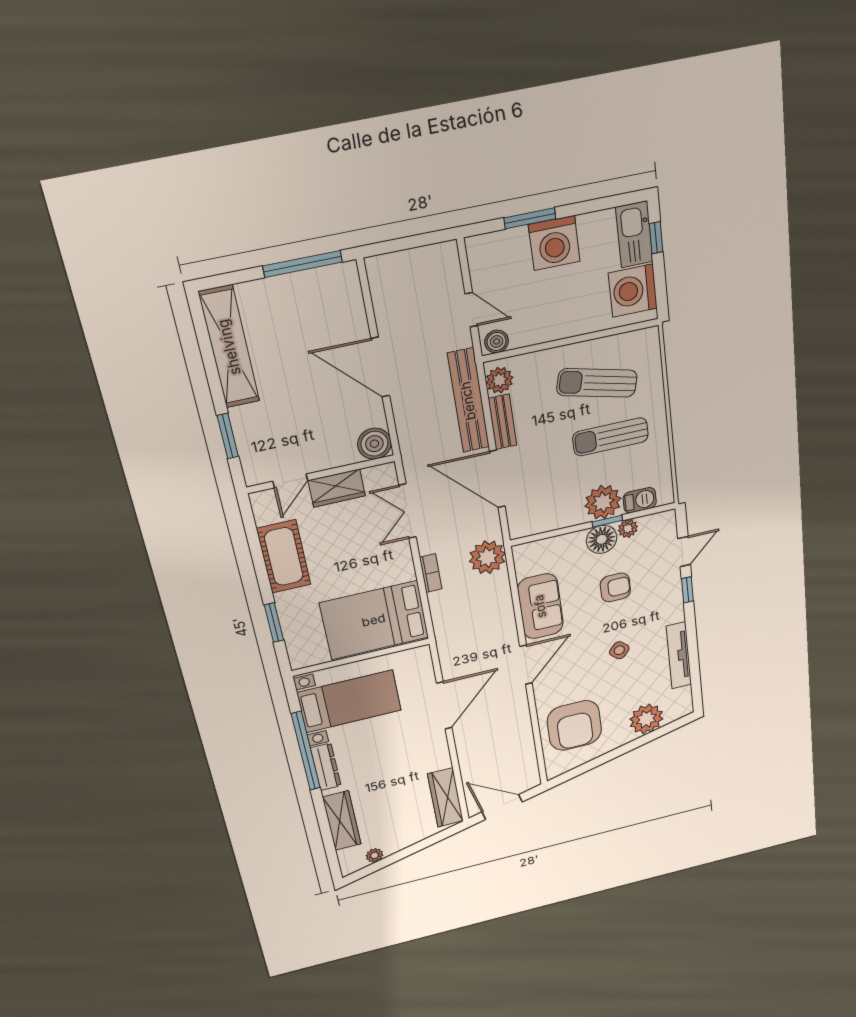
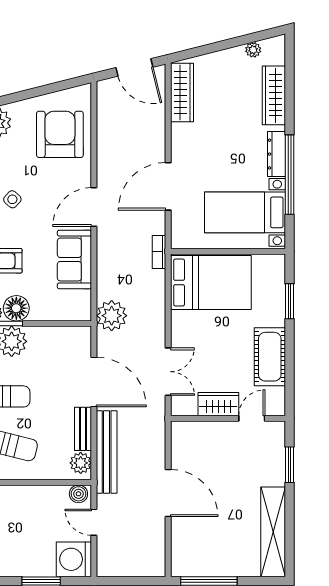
washing machine: (554, 243) -> (74, 559), moved, turned -90
boiler: (374, 444) -> (183, 434), removed
bookcase: (431, 573) -> (159, 252), moved

